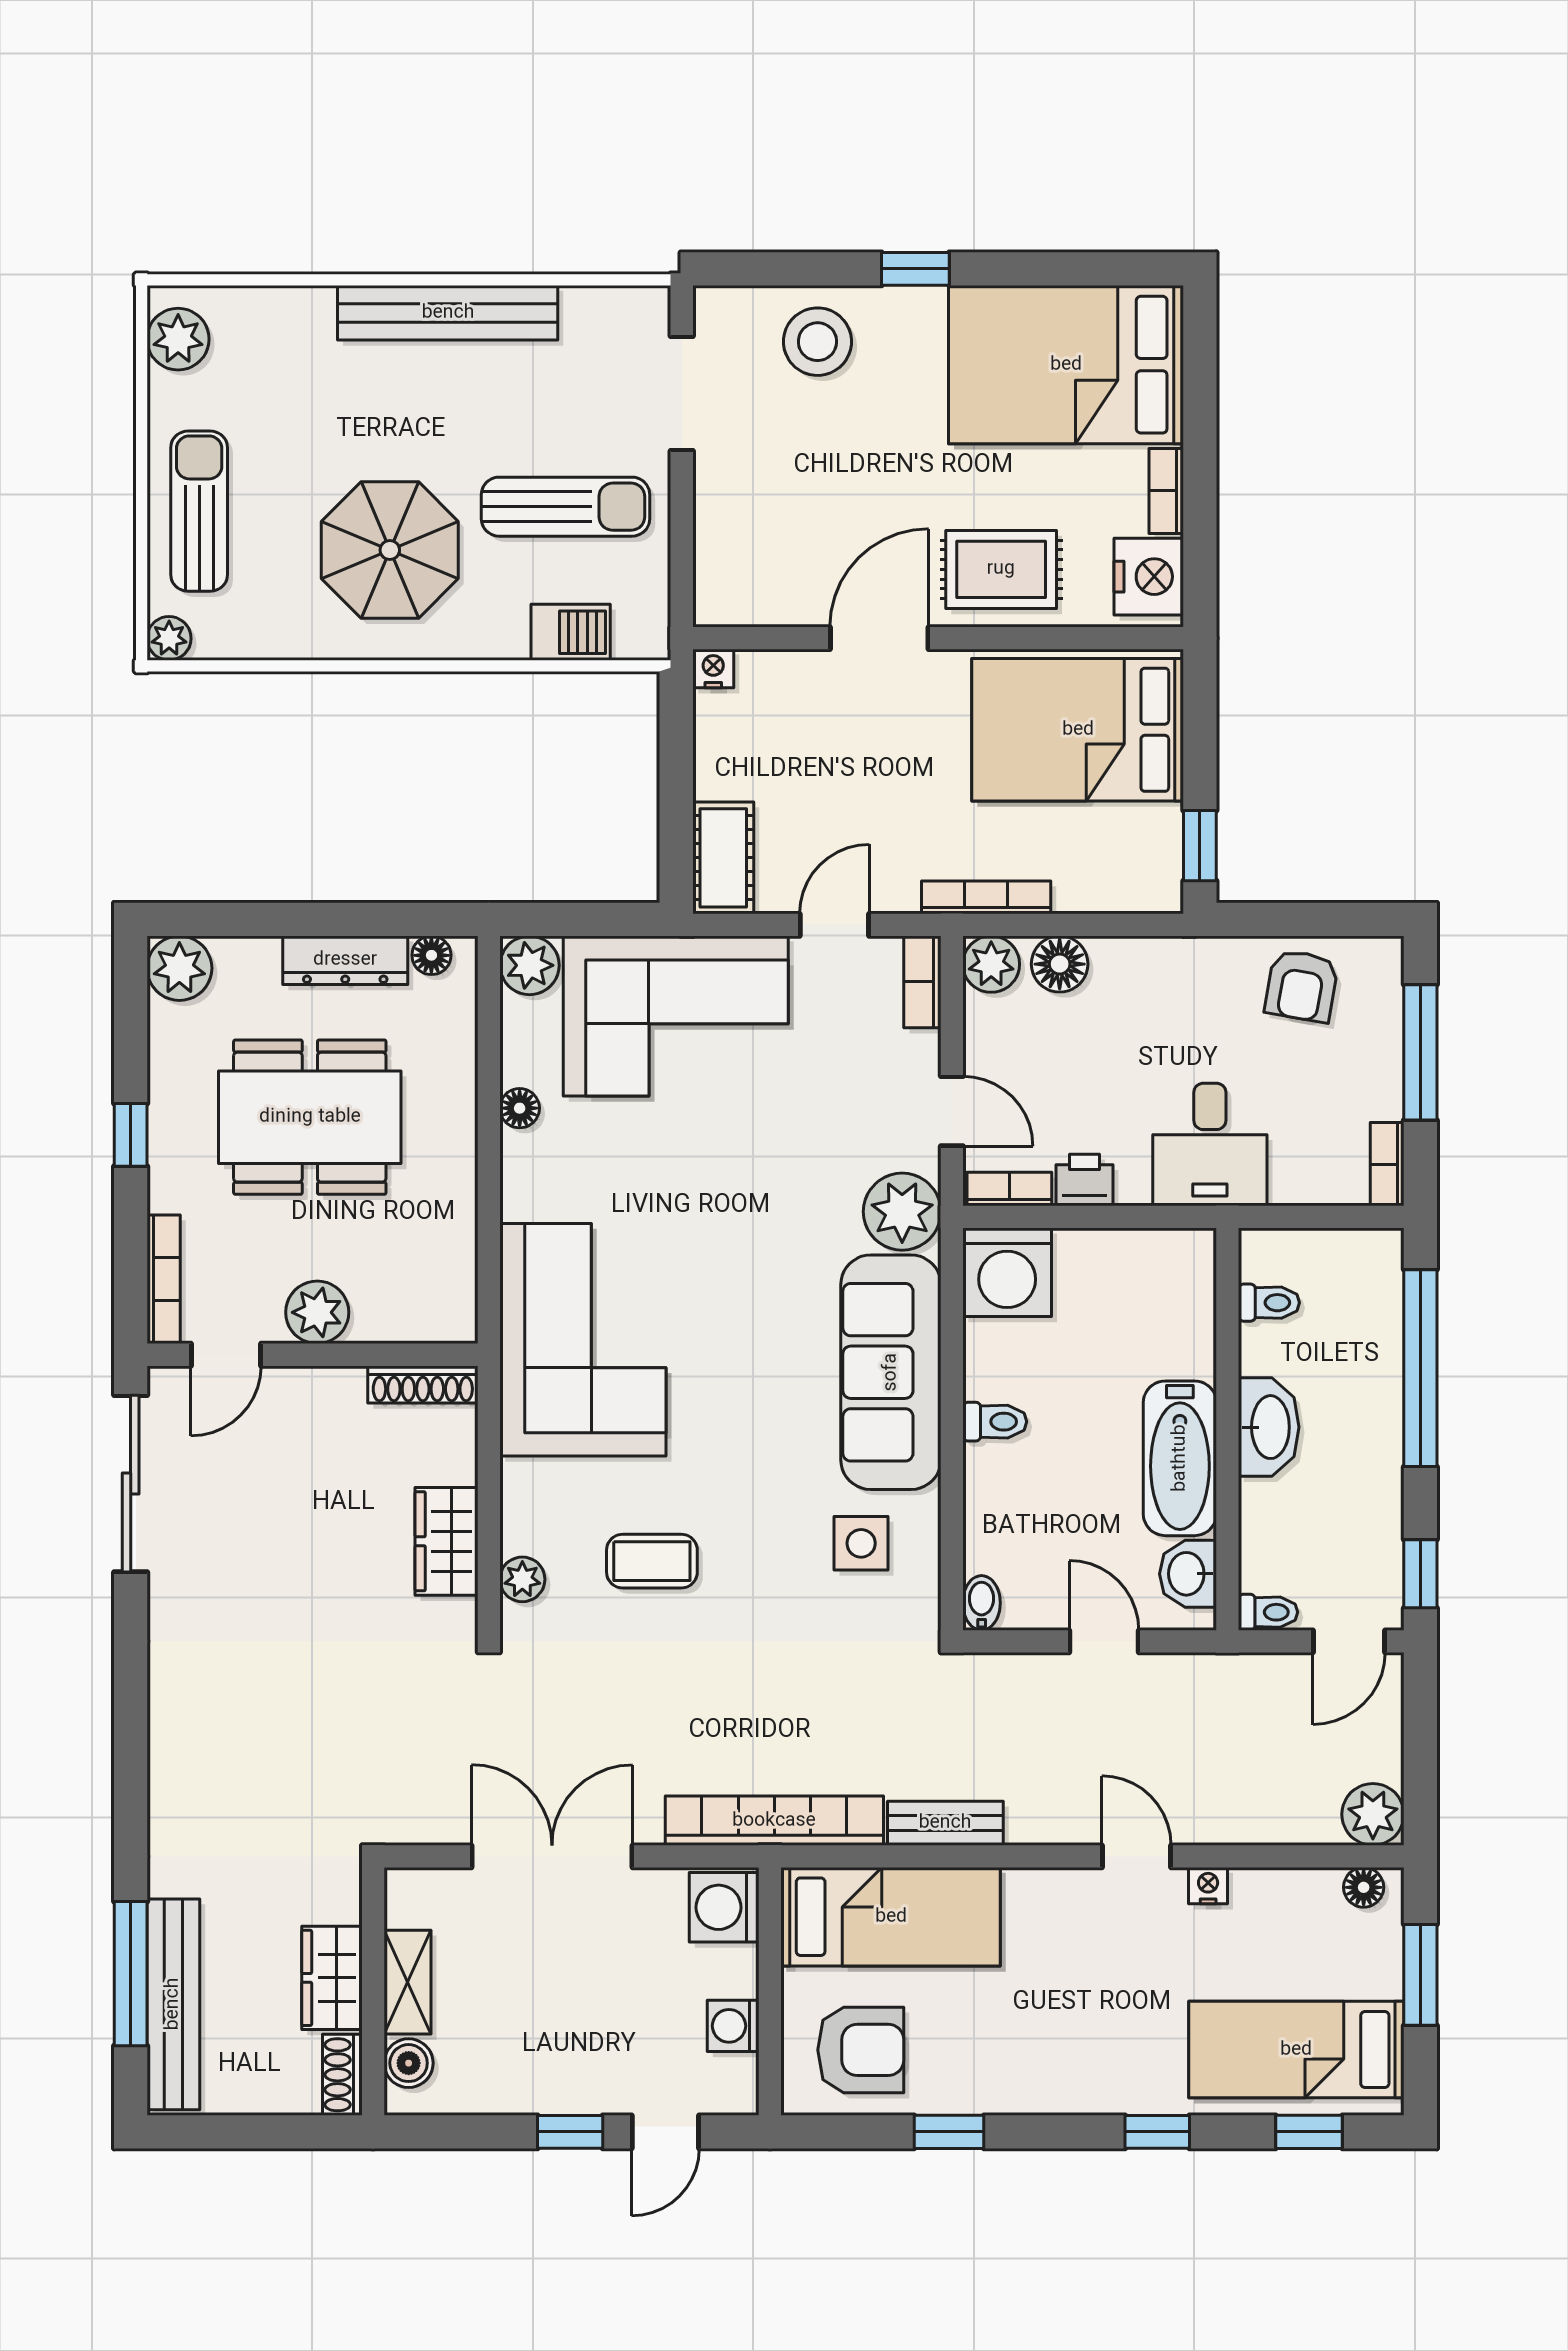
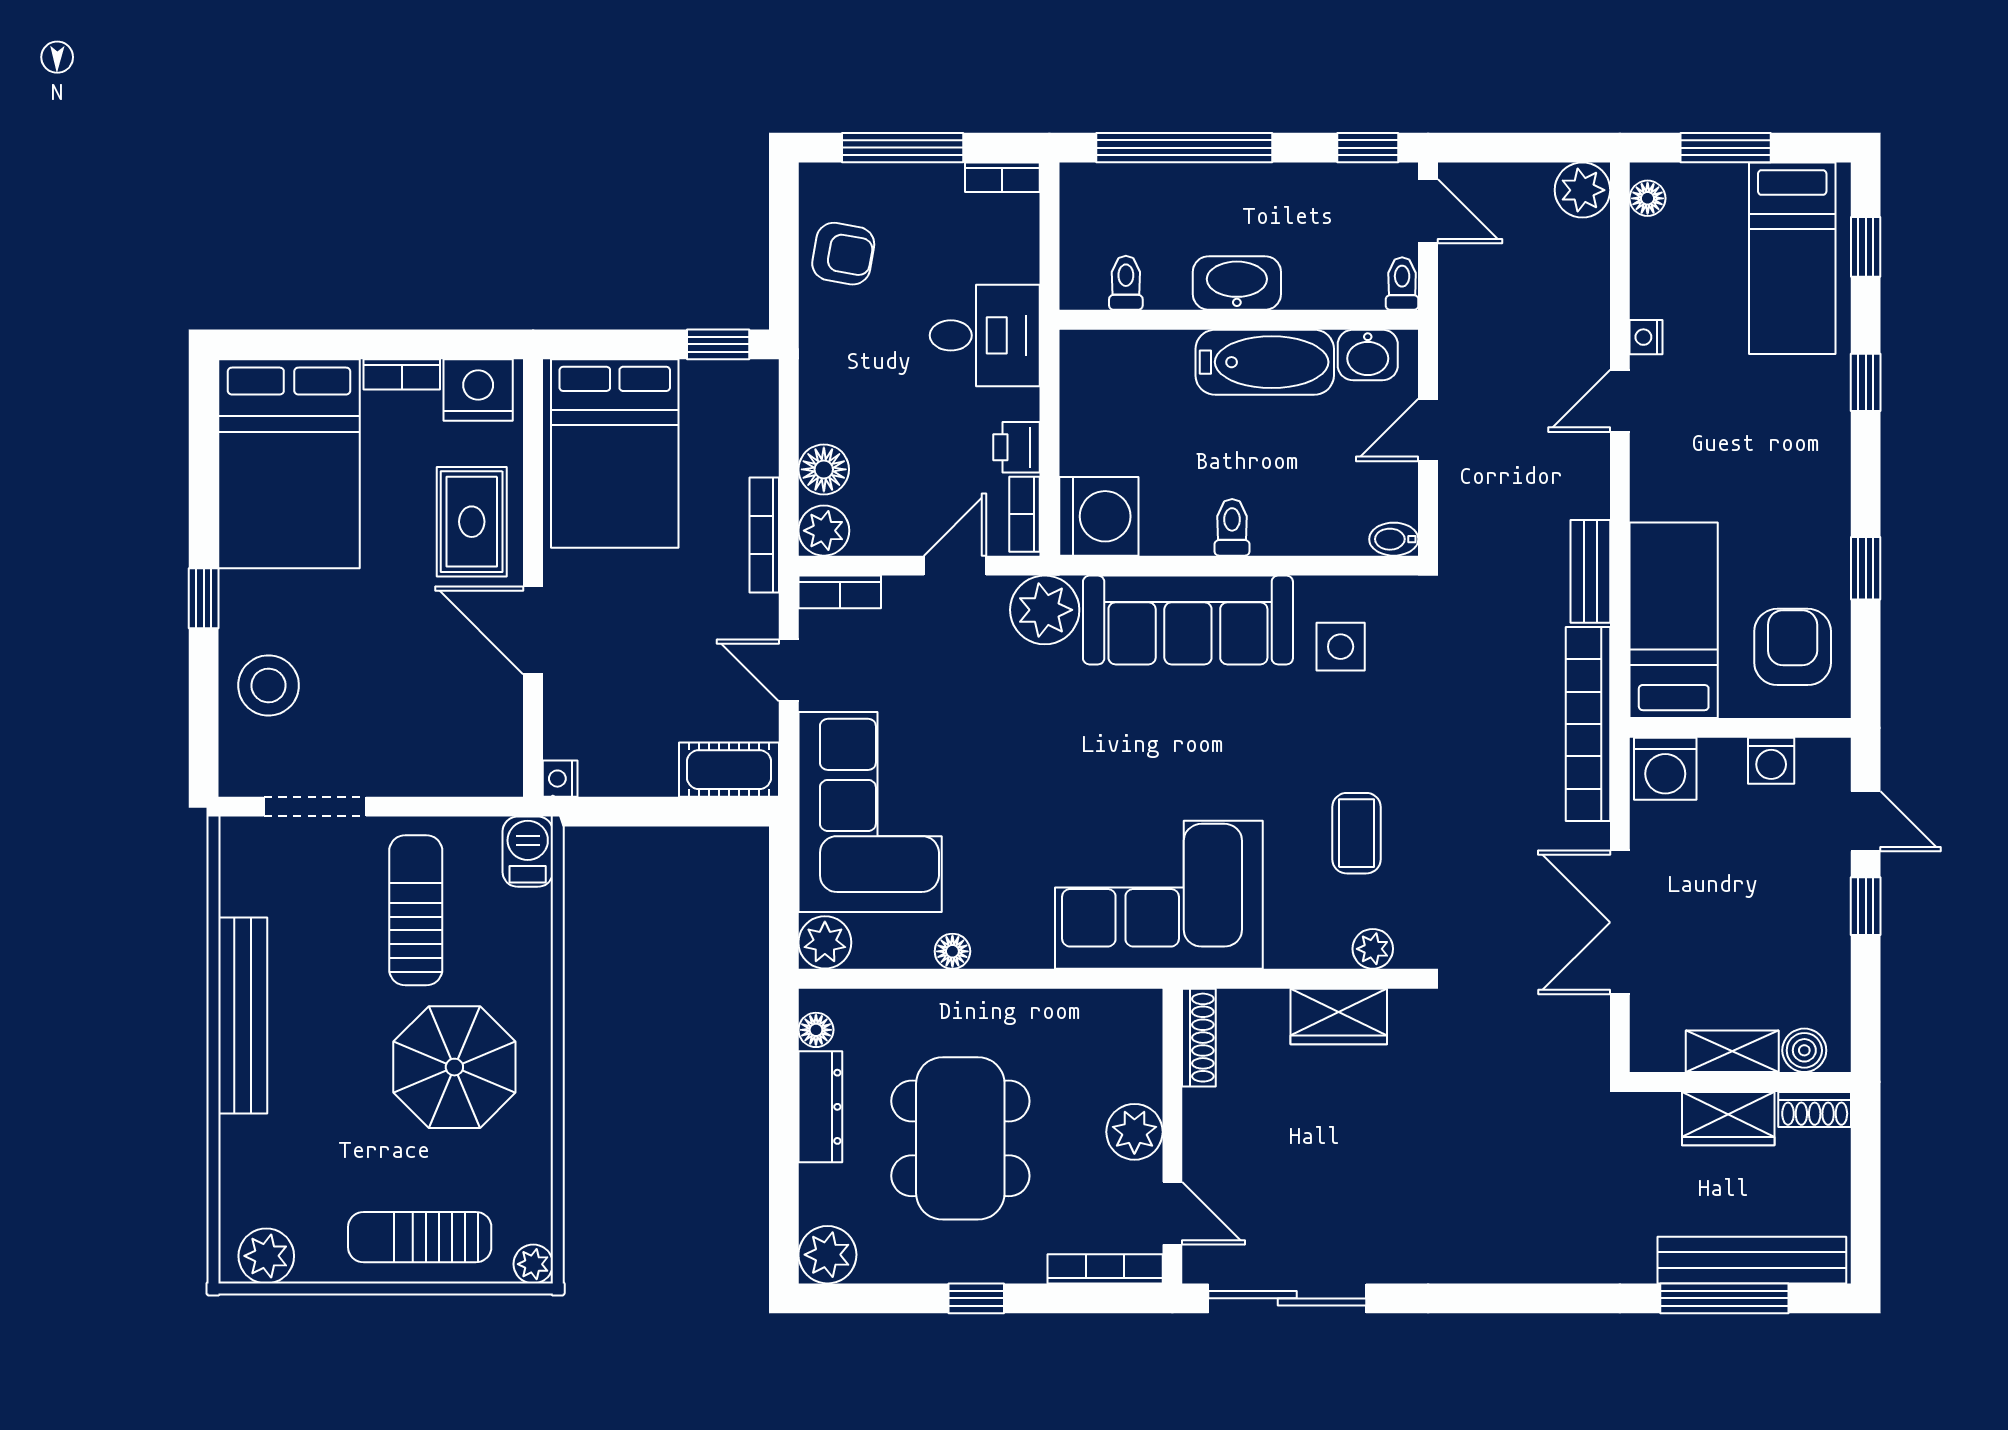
barbecue: (571, 632) -> (528, 852), moved

